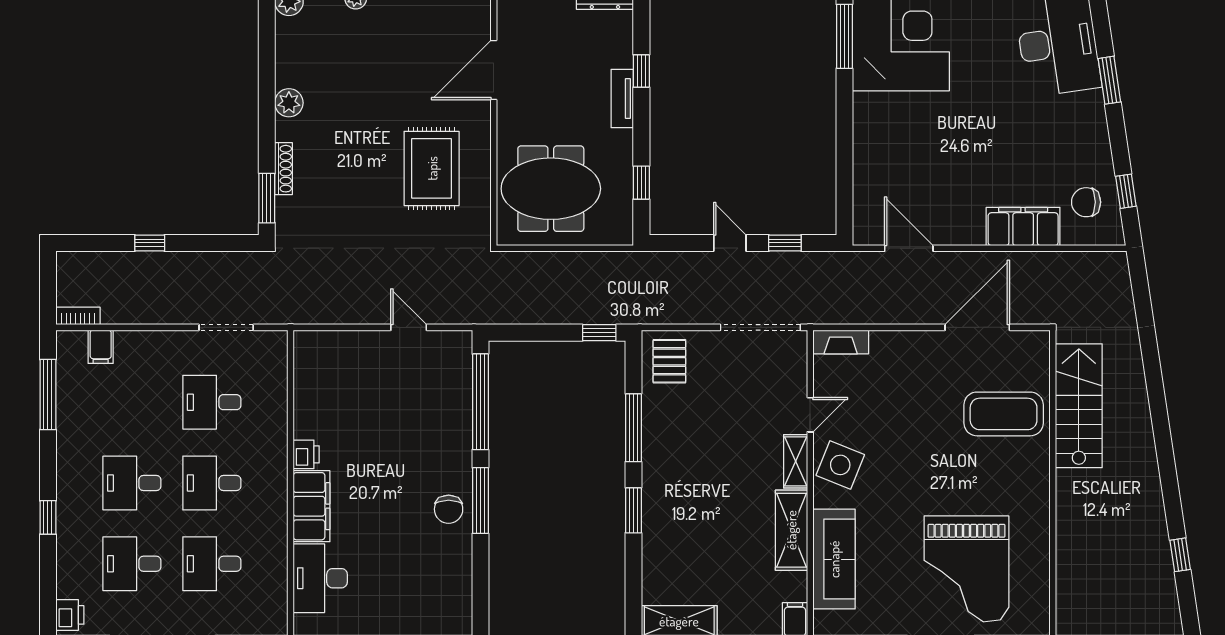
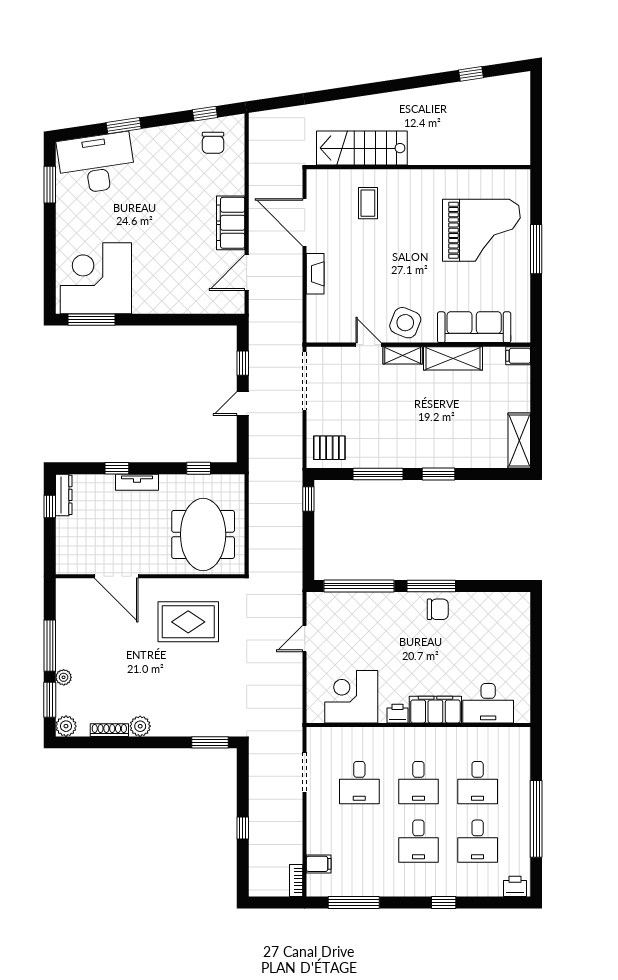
shoe rack: (284, 169) -> (109, 730), moved
filing cabinet: (1023, 226) -> (231, 223), moved
fireplace: (841, 342) -> (315, 274), moved
corner desk: (329, 391) -> (351, 697), added
coffee table: (1004, 414) -> (368, 203), width x0.54, depth x0.58

